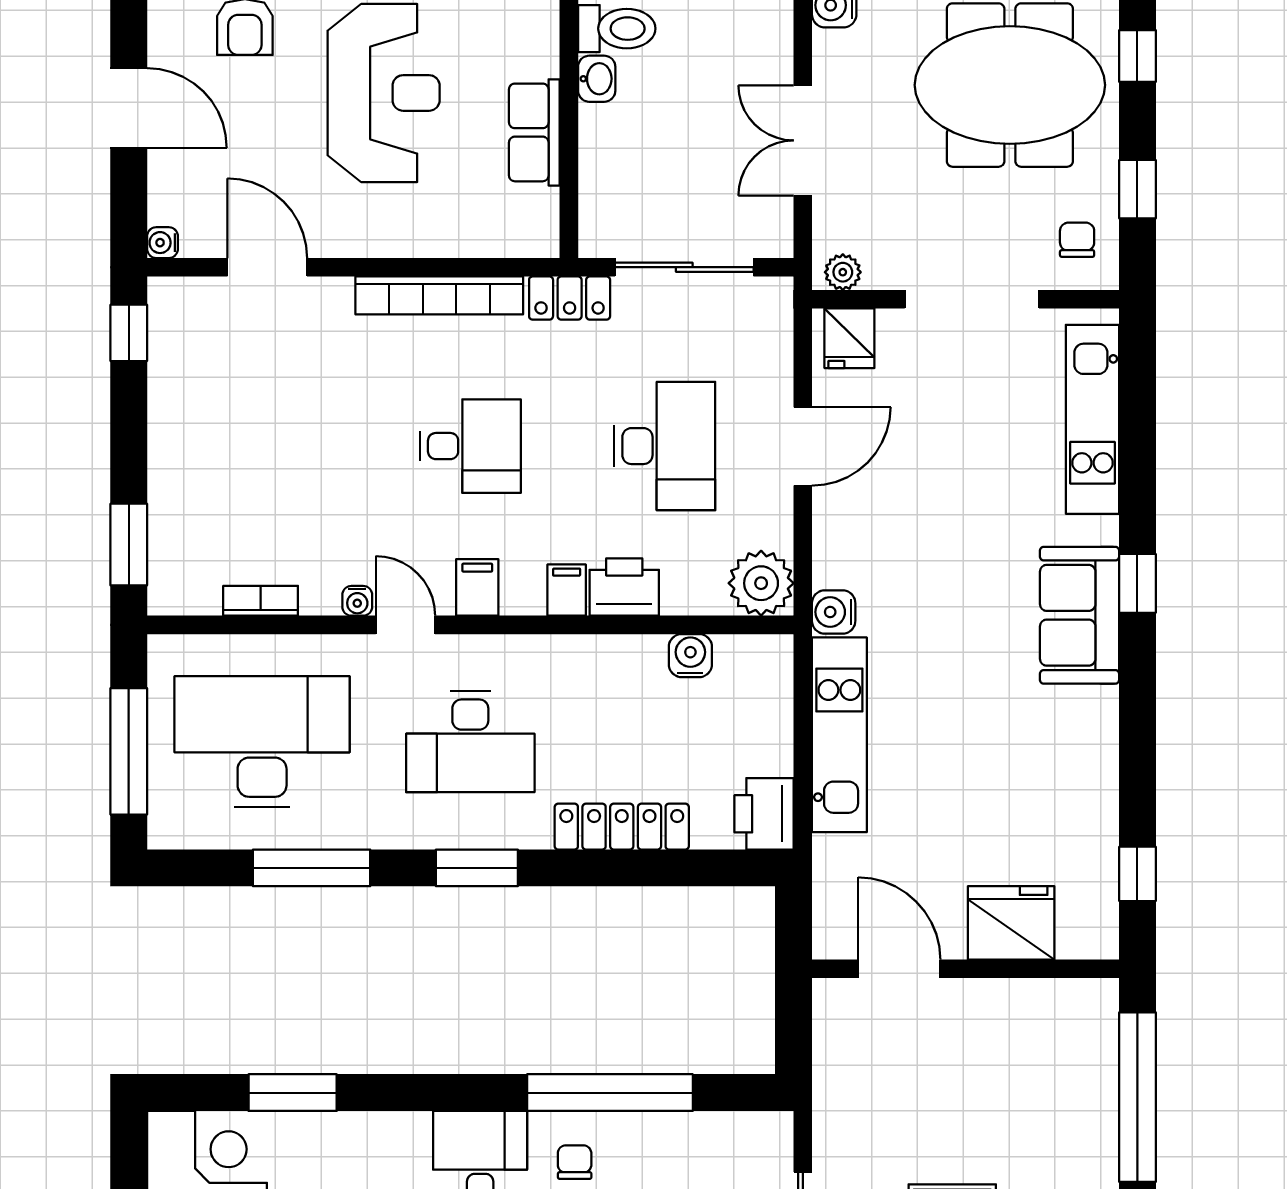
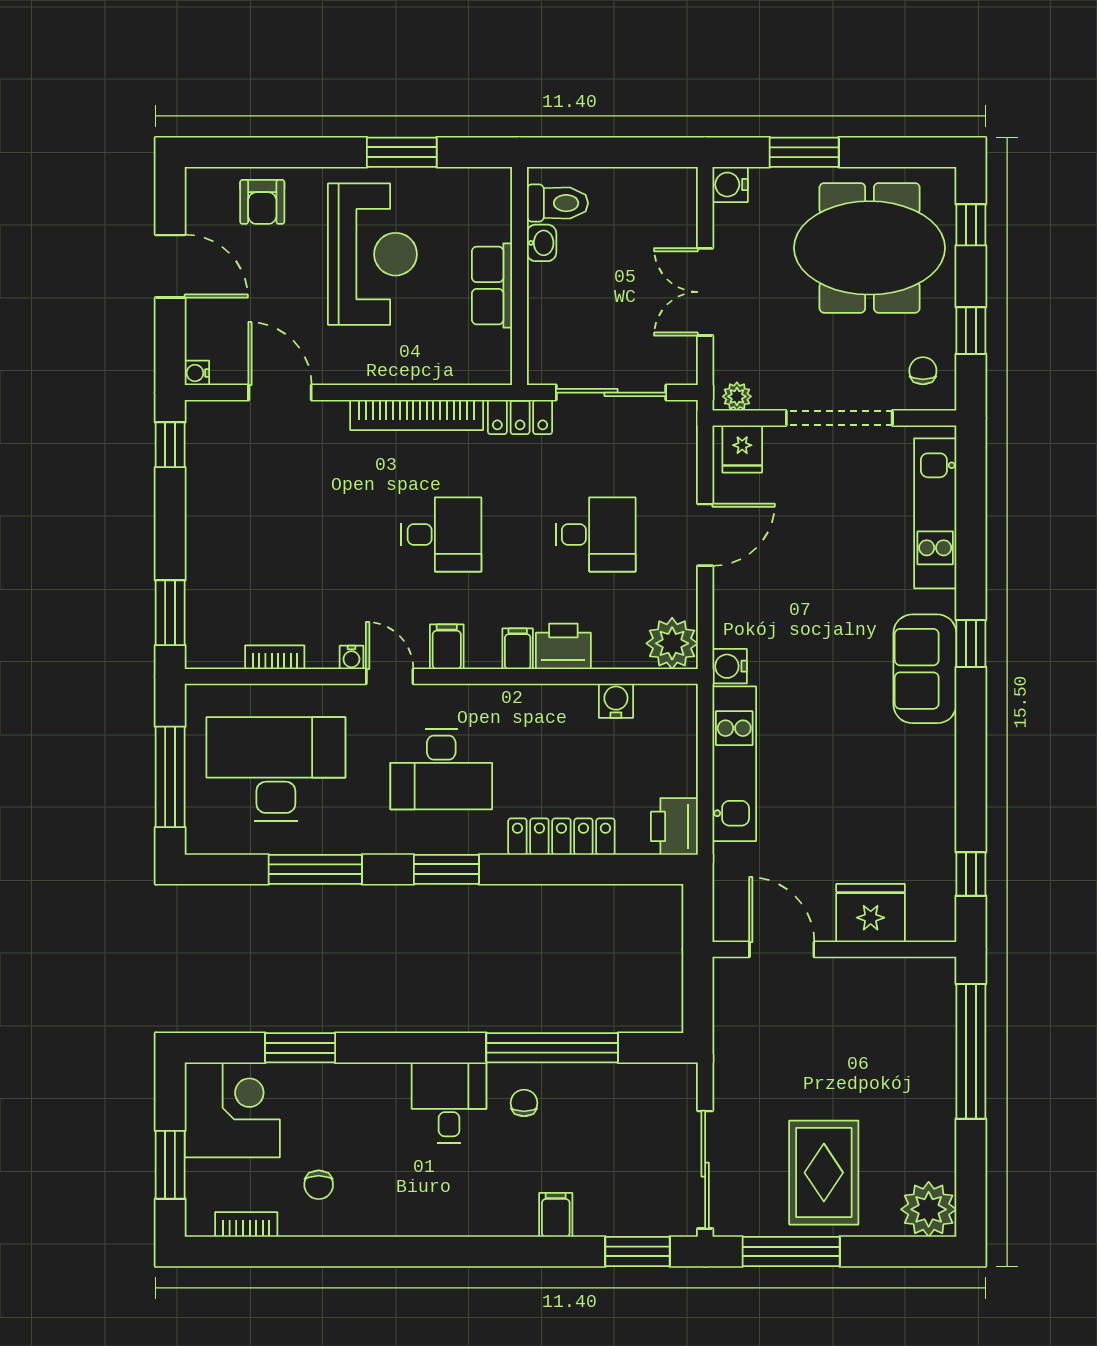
desk: (665, 446) -> (596, 534), width x0.73

